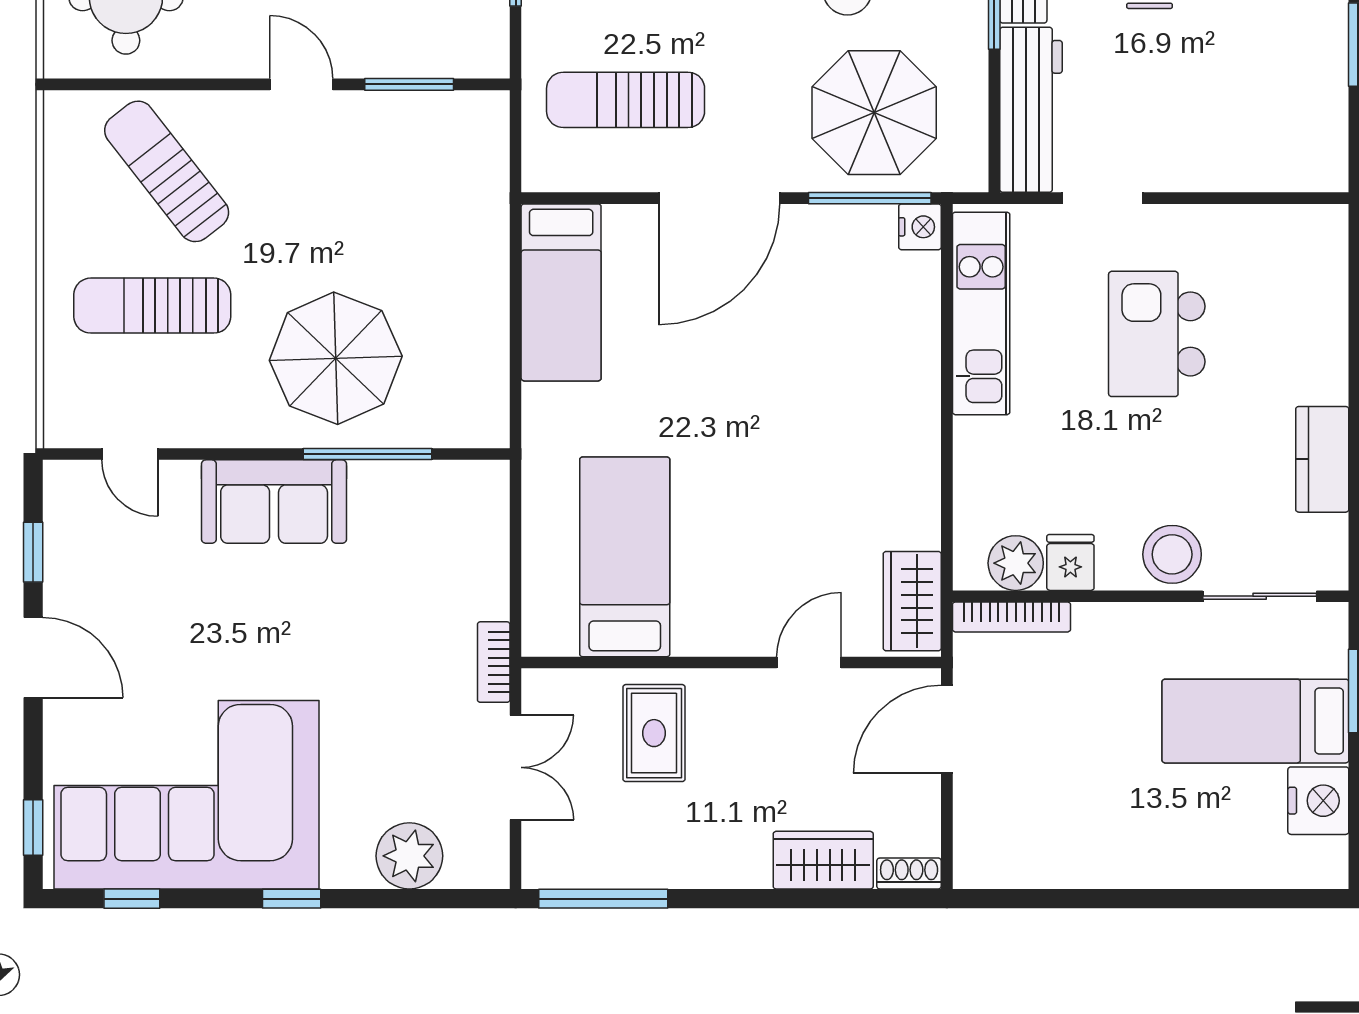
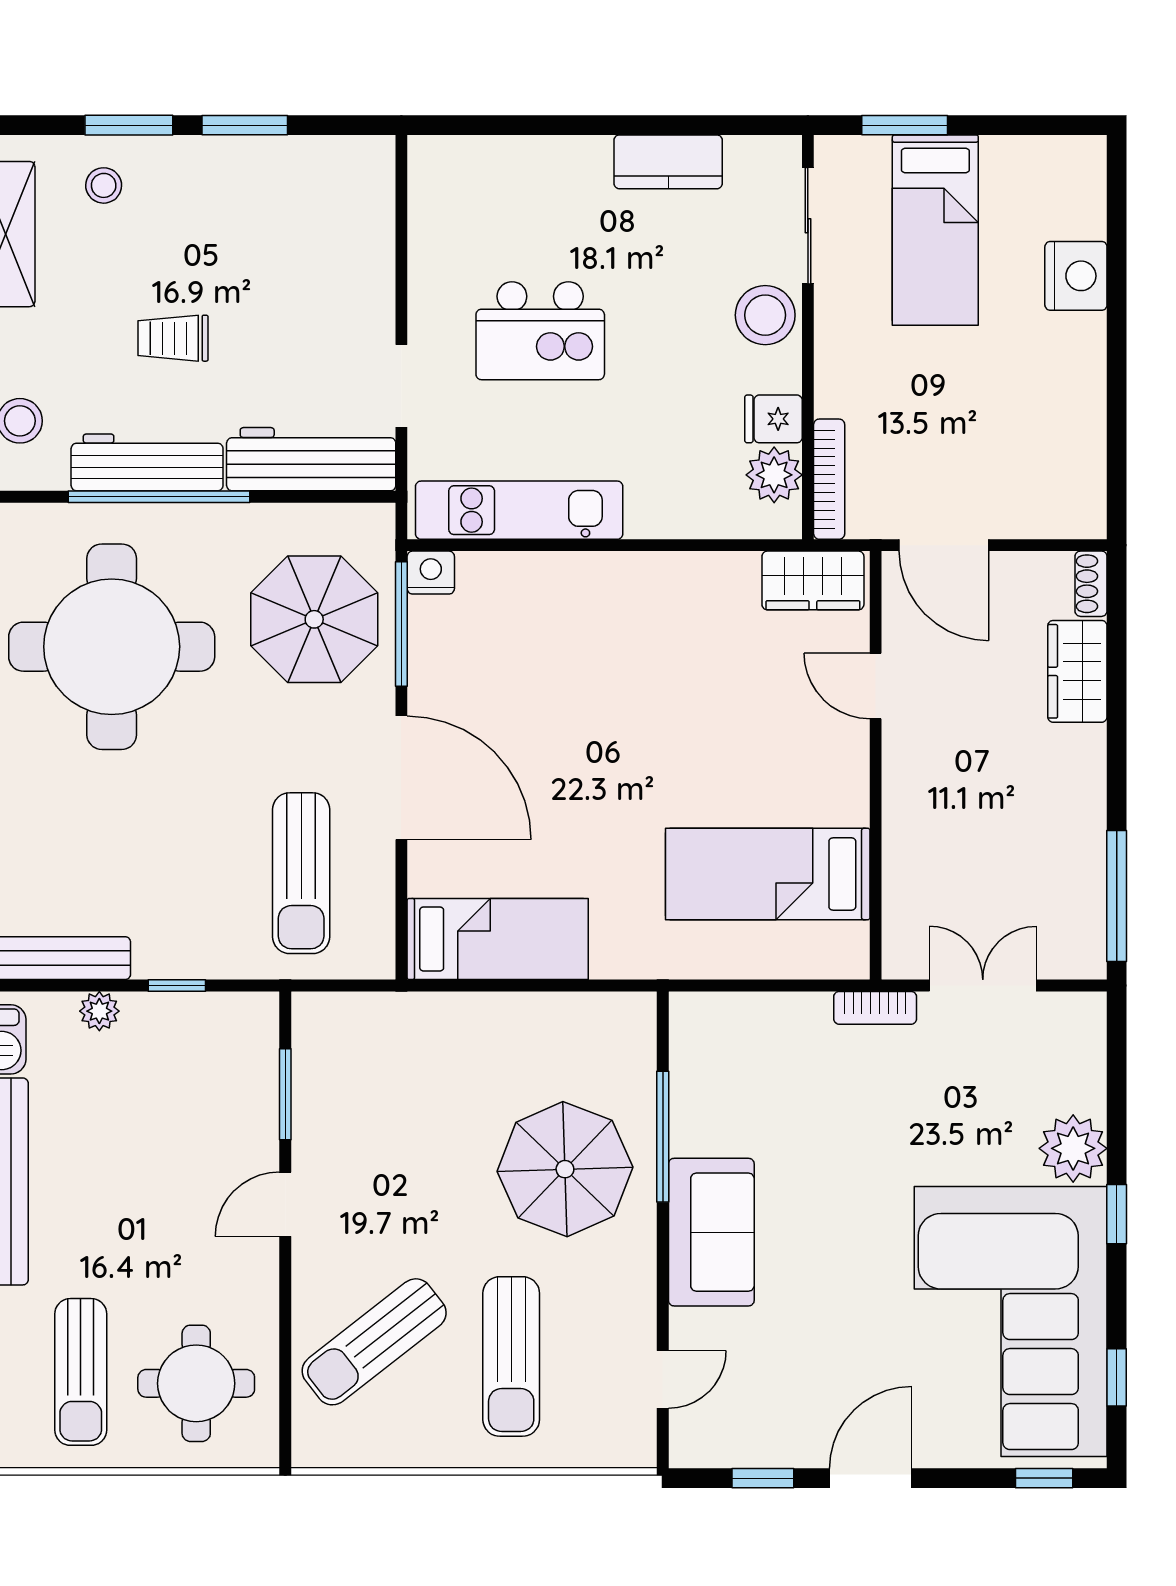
rug: (654, 733) -> (948, 844), removed
nightstand: (1318, 801) -> (1076, 276), moved, turned 90
plant: (409, 856) -> (1073, 1148), moved

